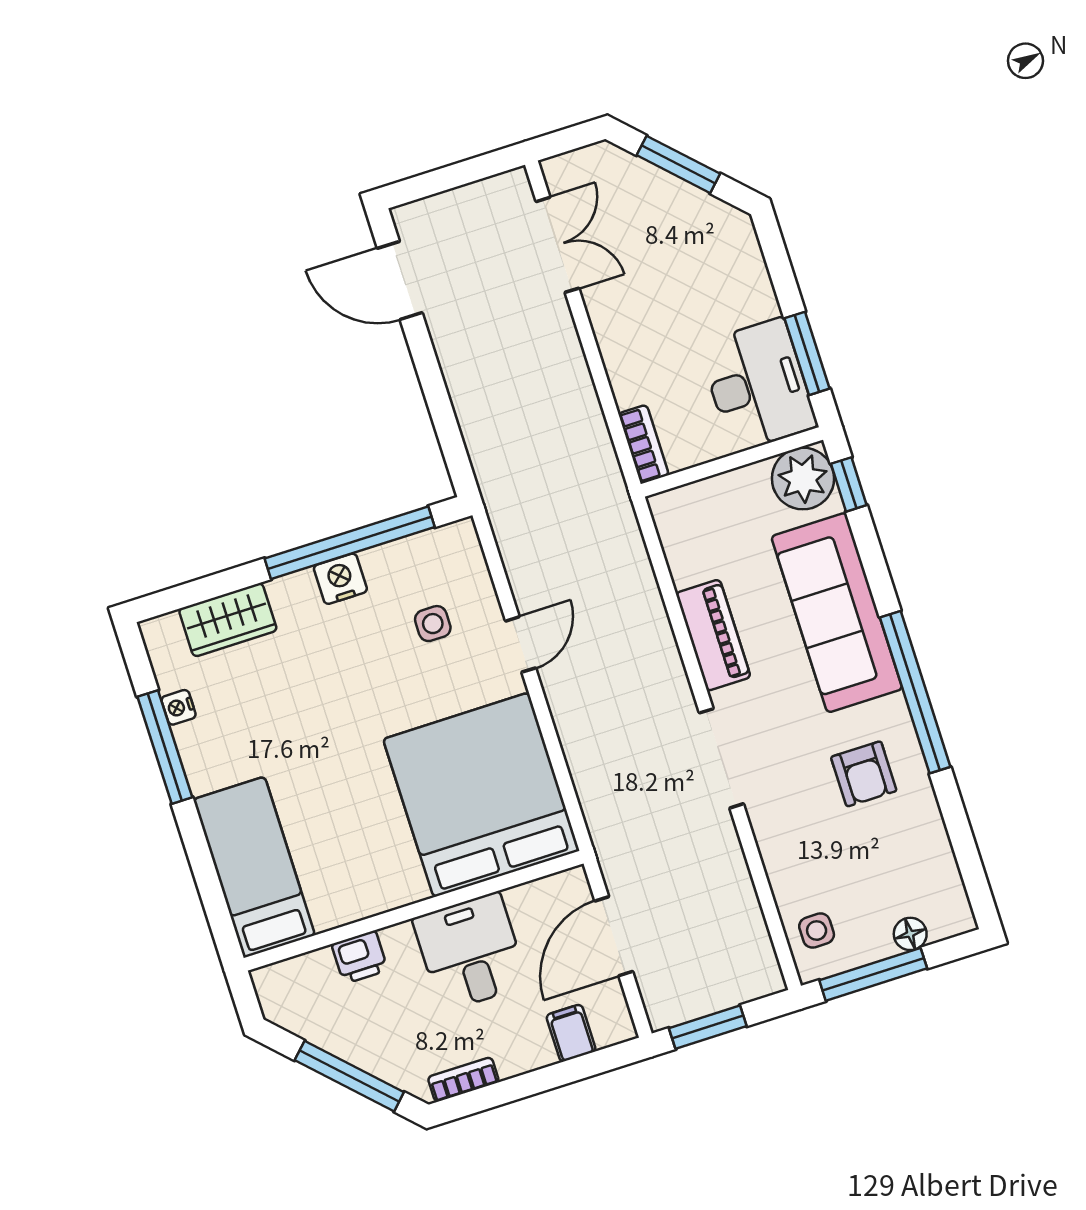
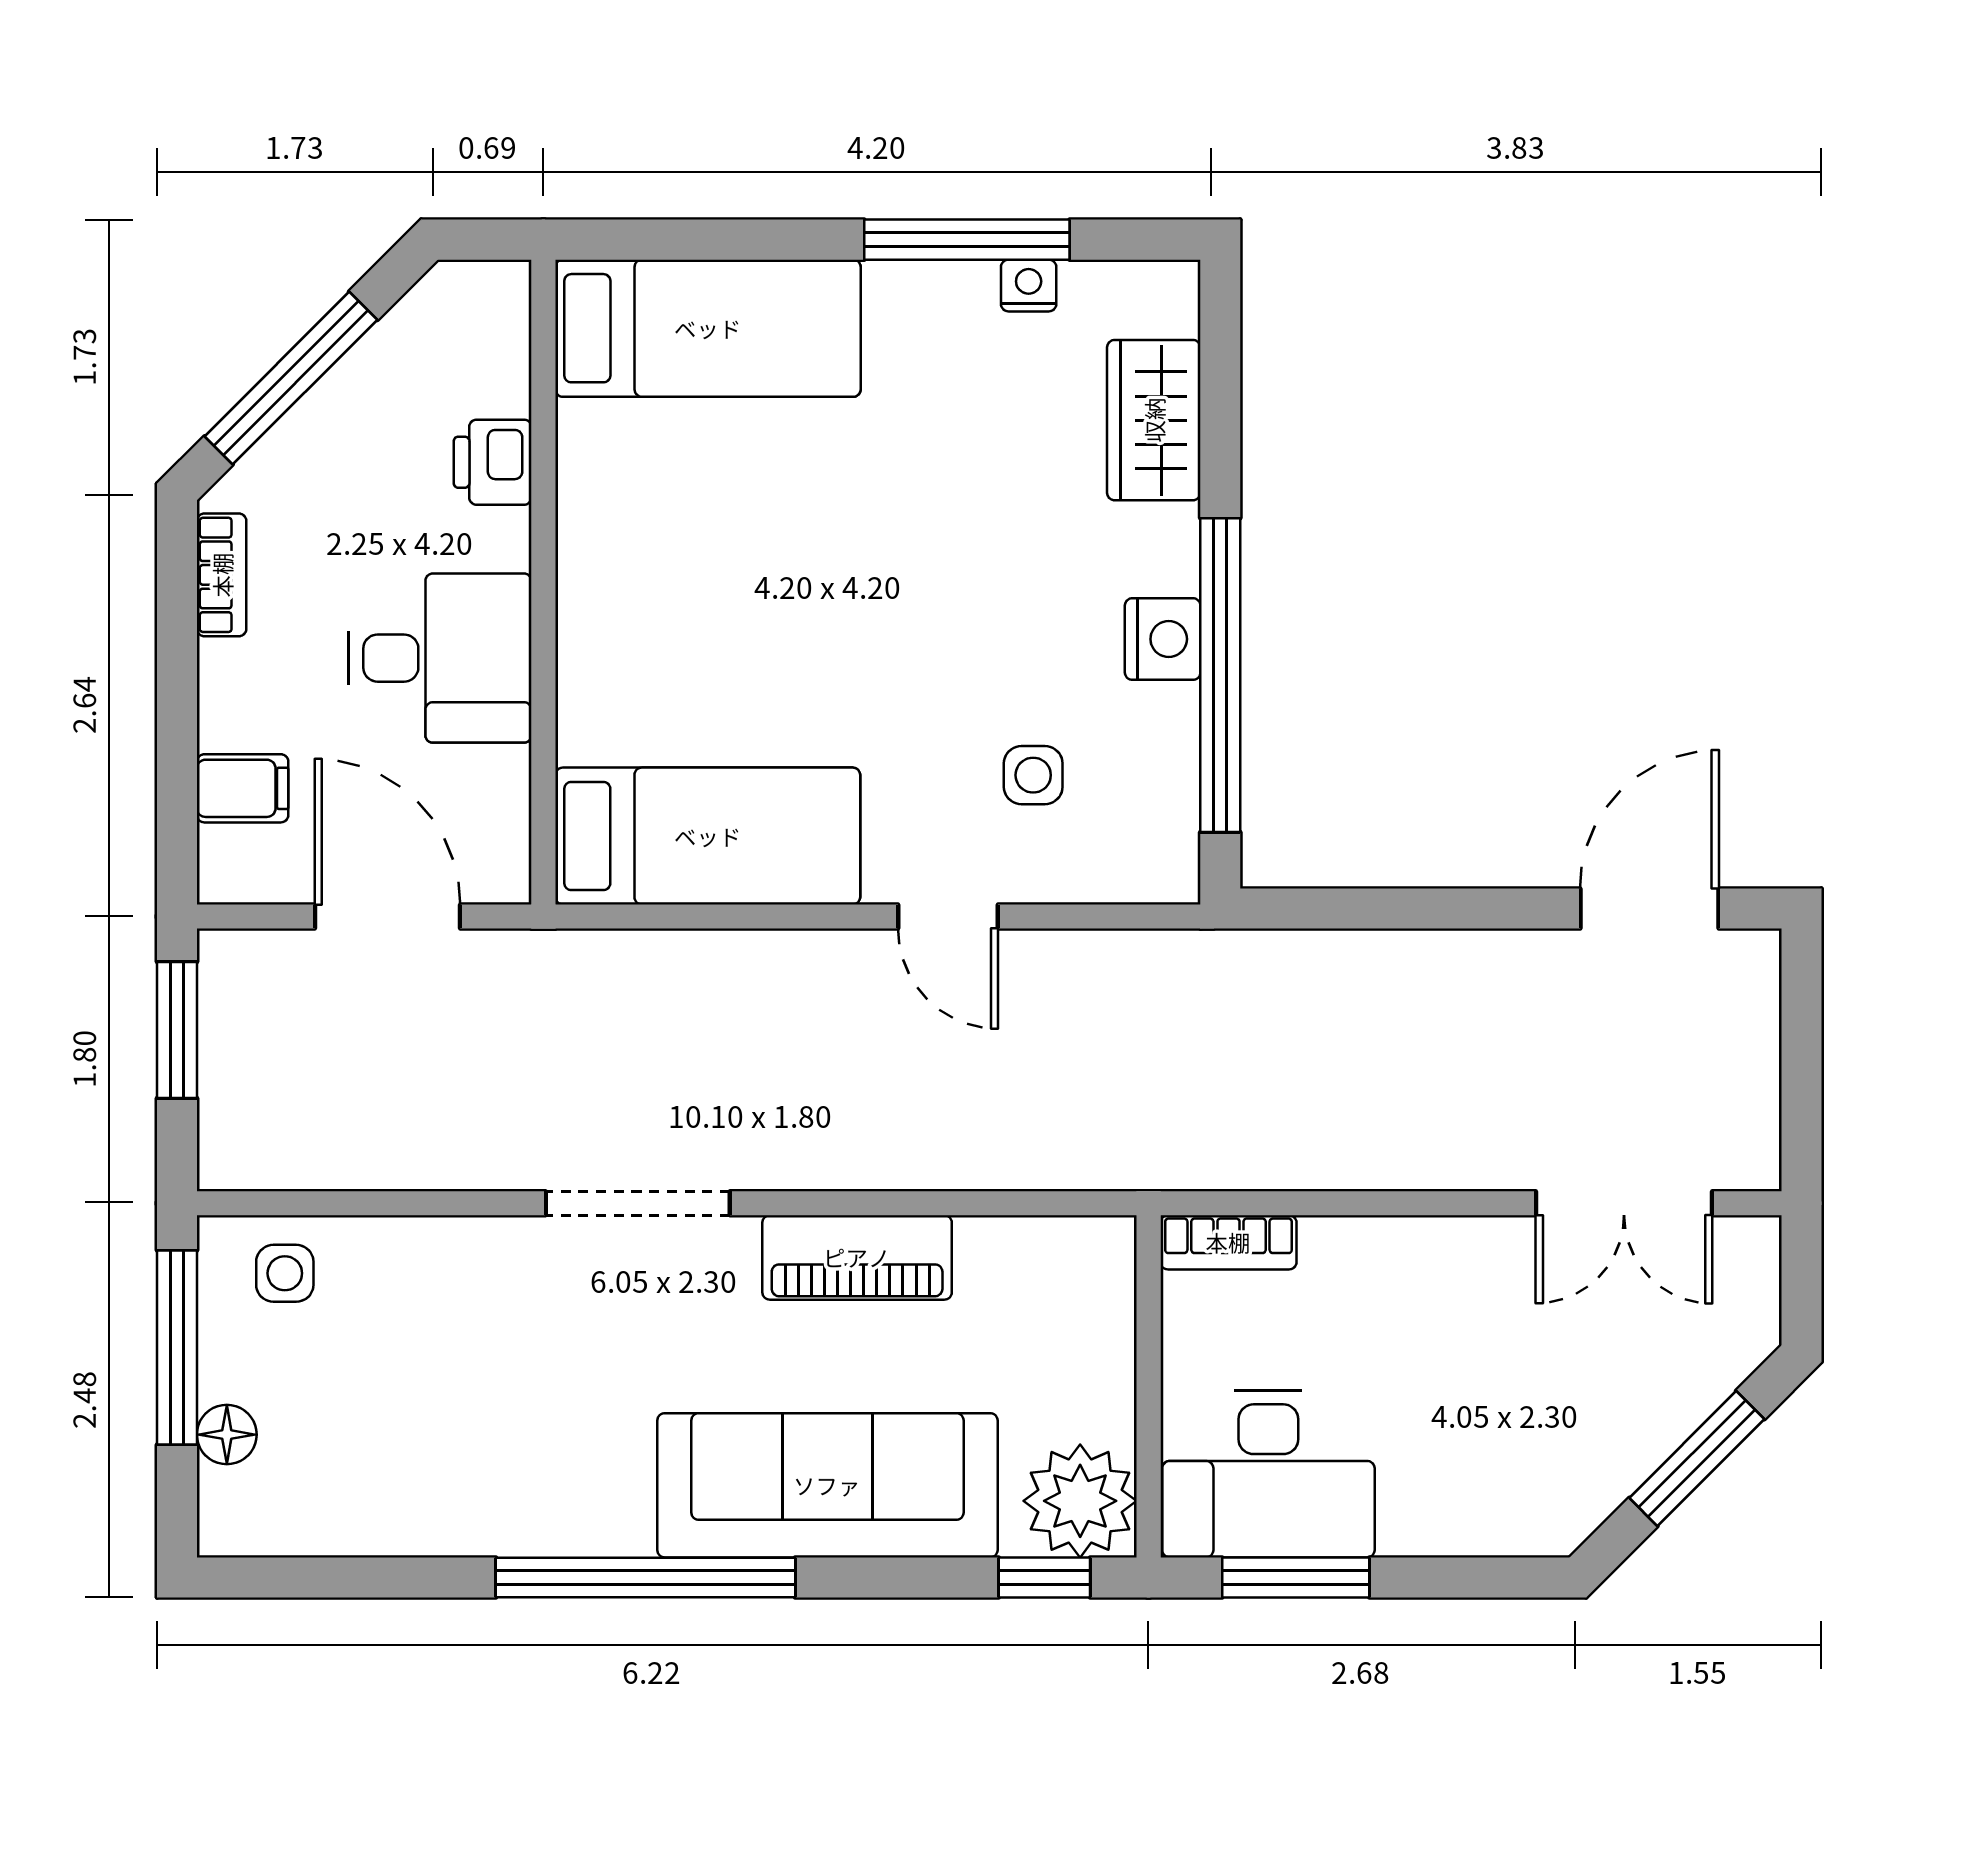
armchair: (864, 774) -> (531, 1443), removed
bed: (481, 795) -> (708, 836), width x0.49

